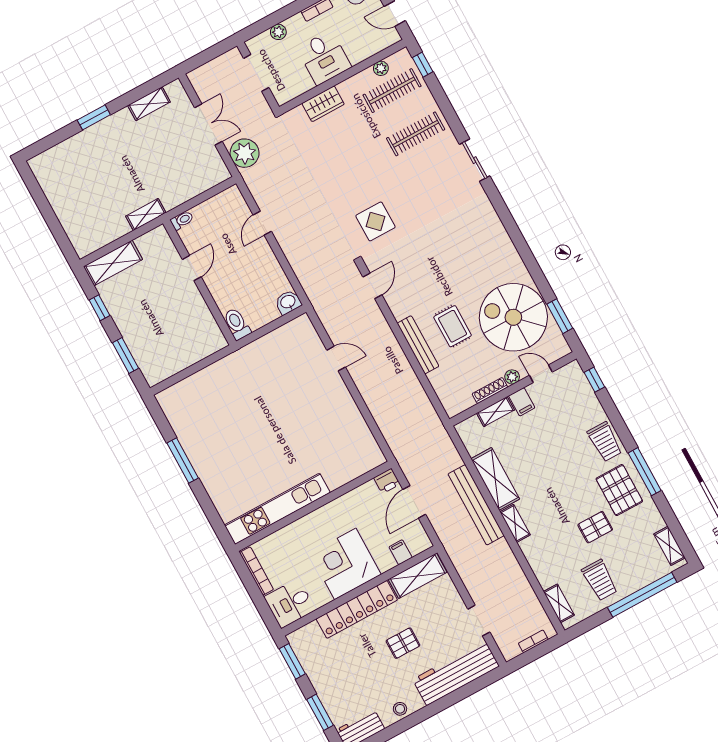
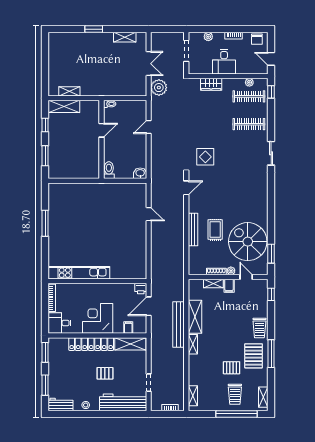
shelving: (146, 215) -> (69, 91), moved
trolley: (600, 580) -> (235, 394), moved

